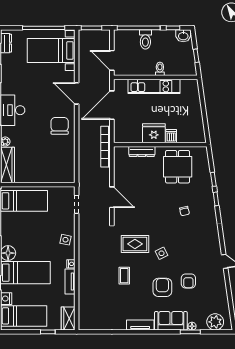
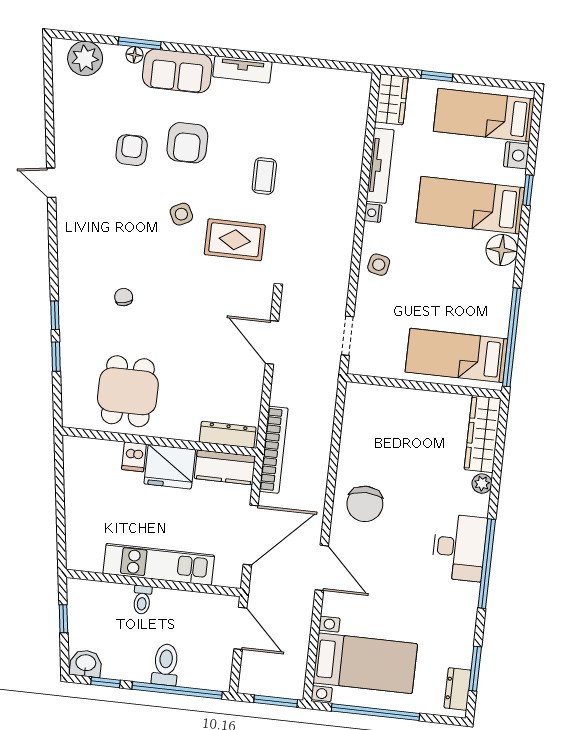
kitchen counter: (128, 136) -> (225, 467), added
dresser: (142, 151) -> (228, 435), moved
tv unit: (70, 281) -> (380, 166), width x1.41

